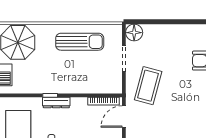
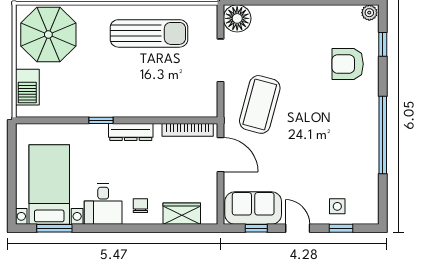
dresser: (56, 102) -> (131, 132), moved
door: (124, 117) -> (221, 155), swing flipped

